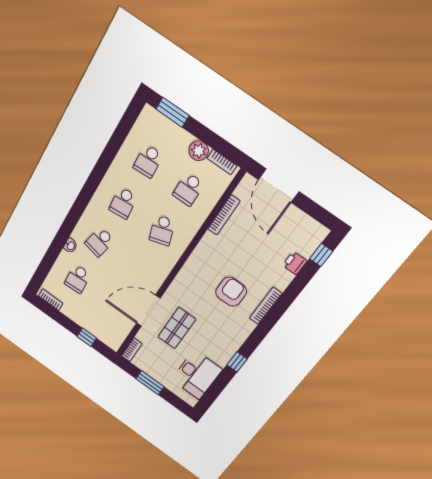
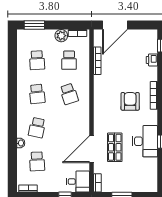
door: (279, 186) -> (115, 25), hinge flipped
desk: (111, 333) -> (78, 182), added
desk: (197, 375) -> (145, 141), moved

